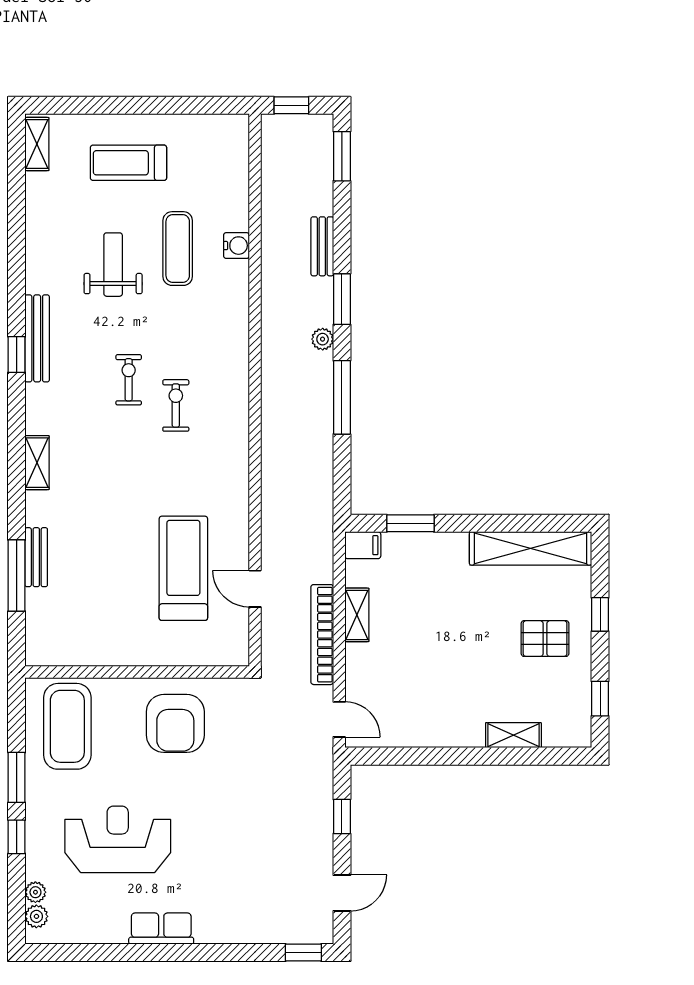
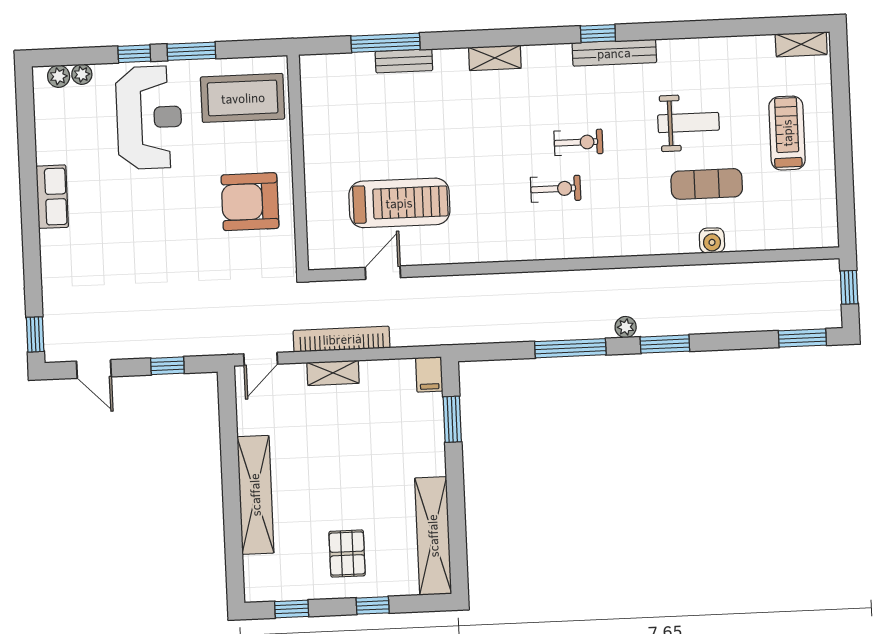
bench: (322, 246) -> (715, 323), removed
shelving: (357, 615) -> (333, 373), moved
shelving: (513, 735) -> (255, 495), width x2.20, depth x1.33
reception desk: (118, 839) -> (149, 118), moved

